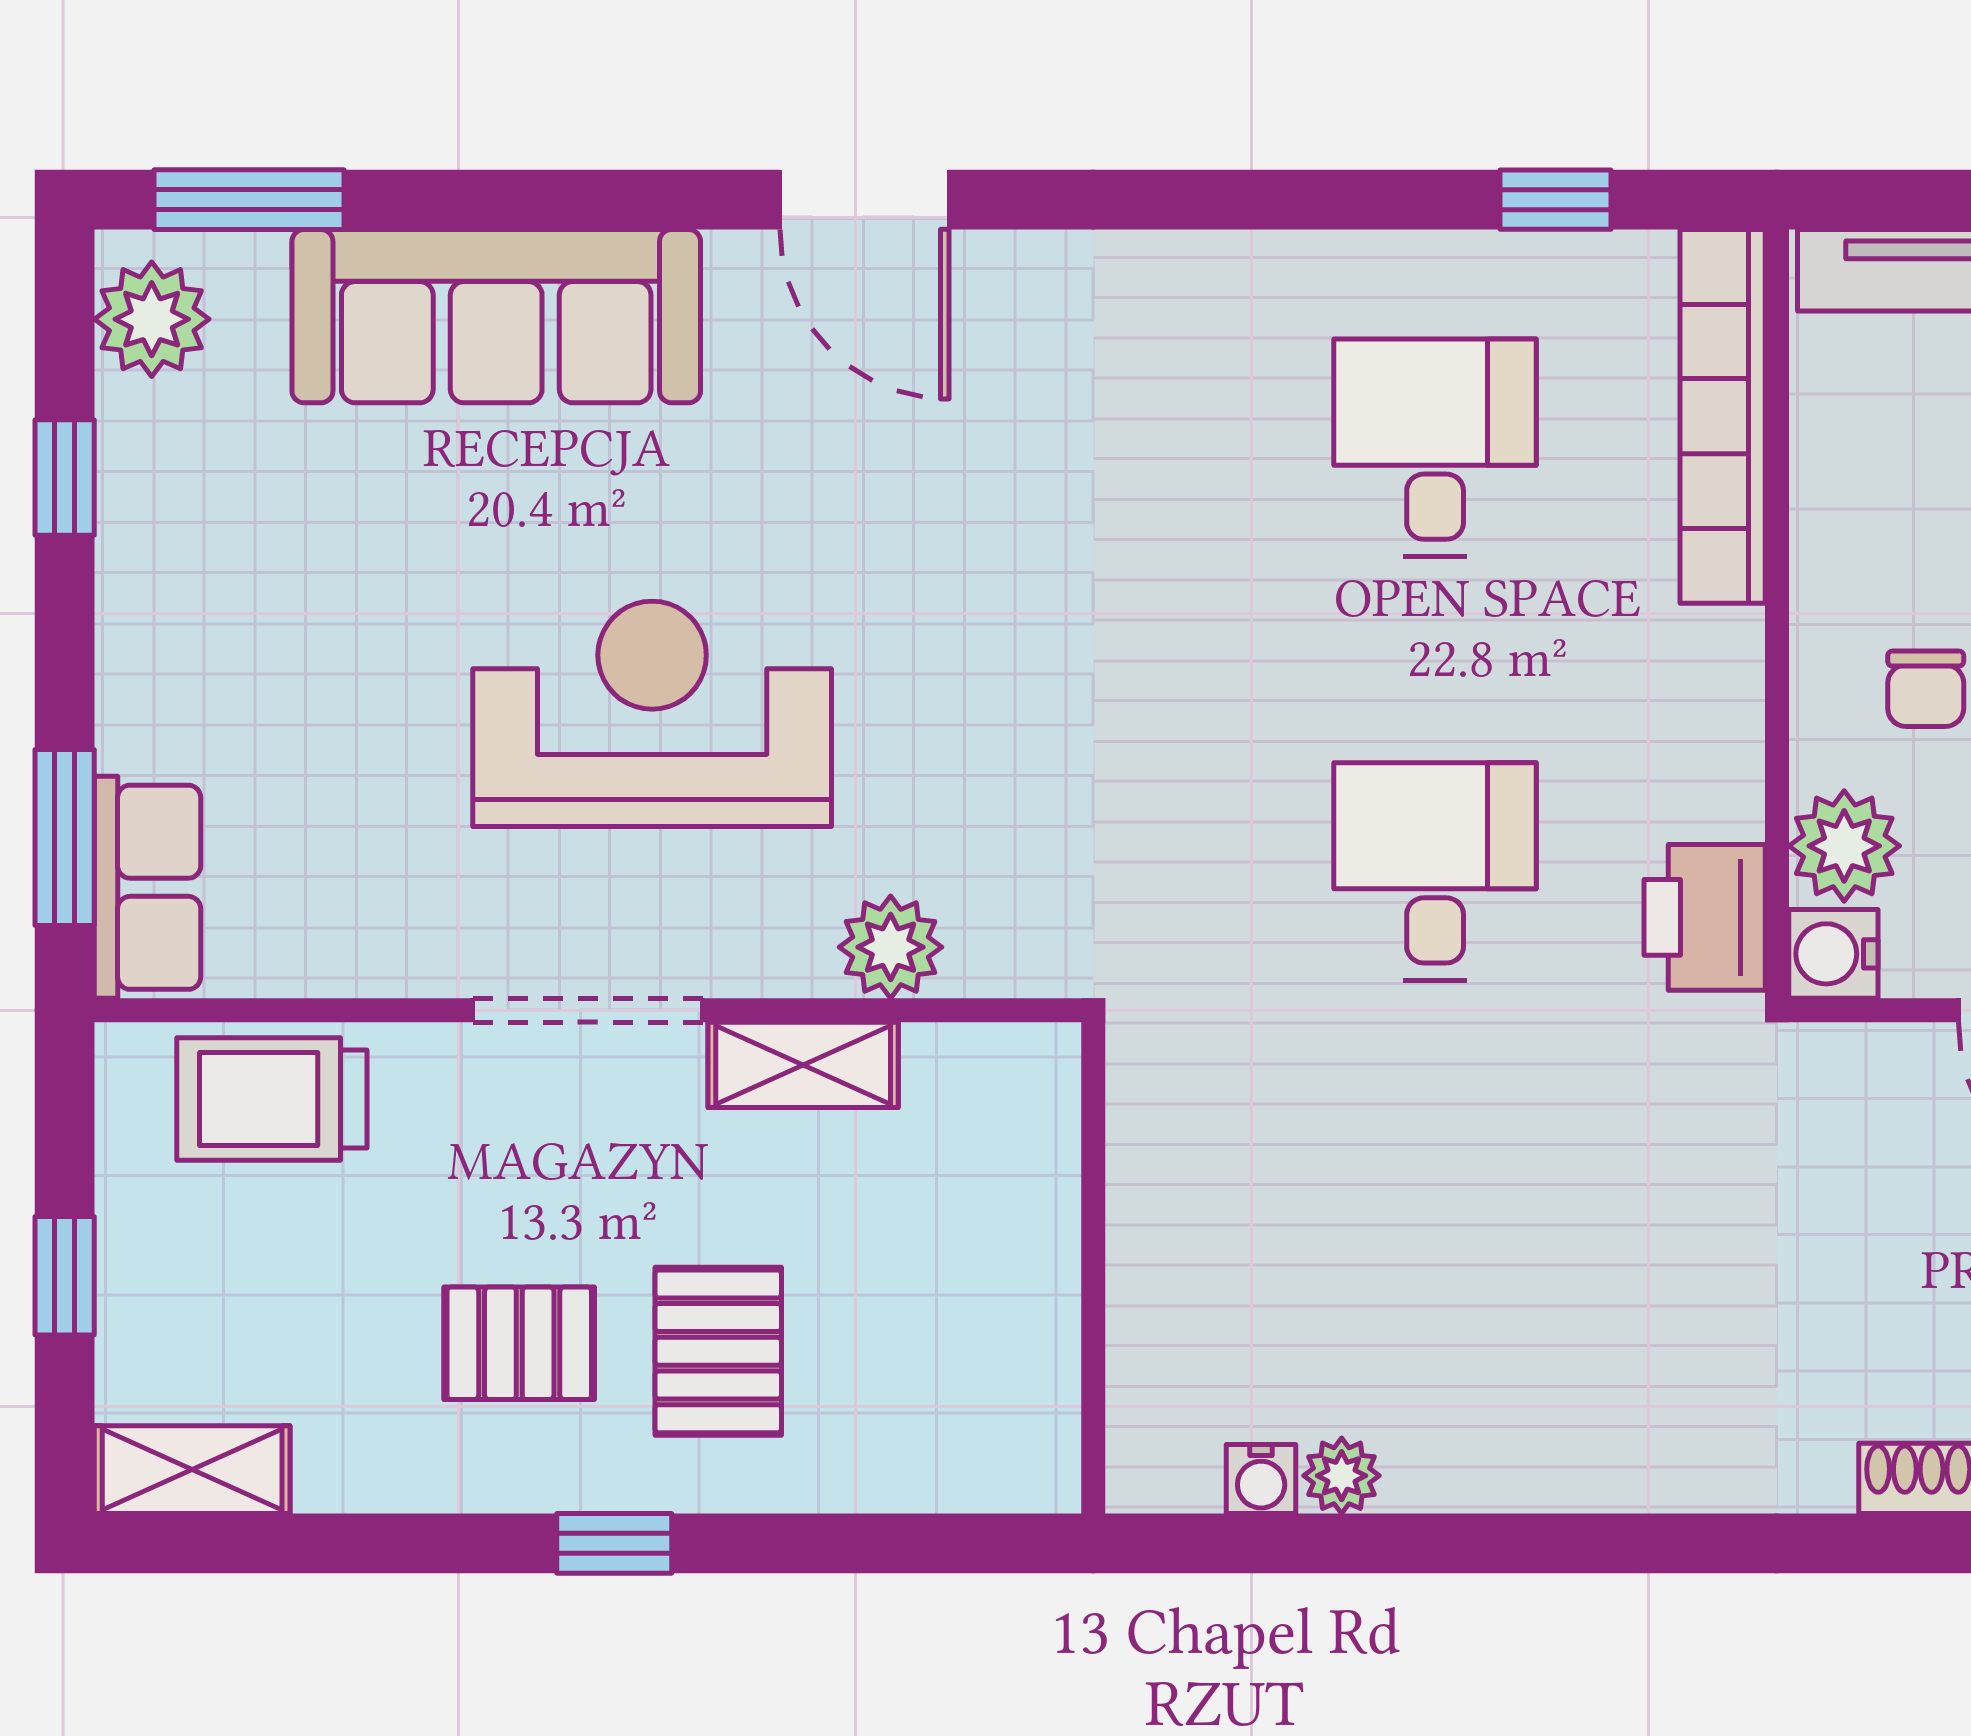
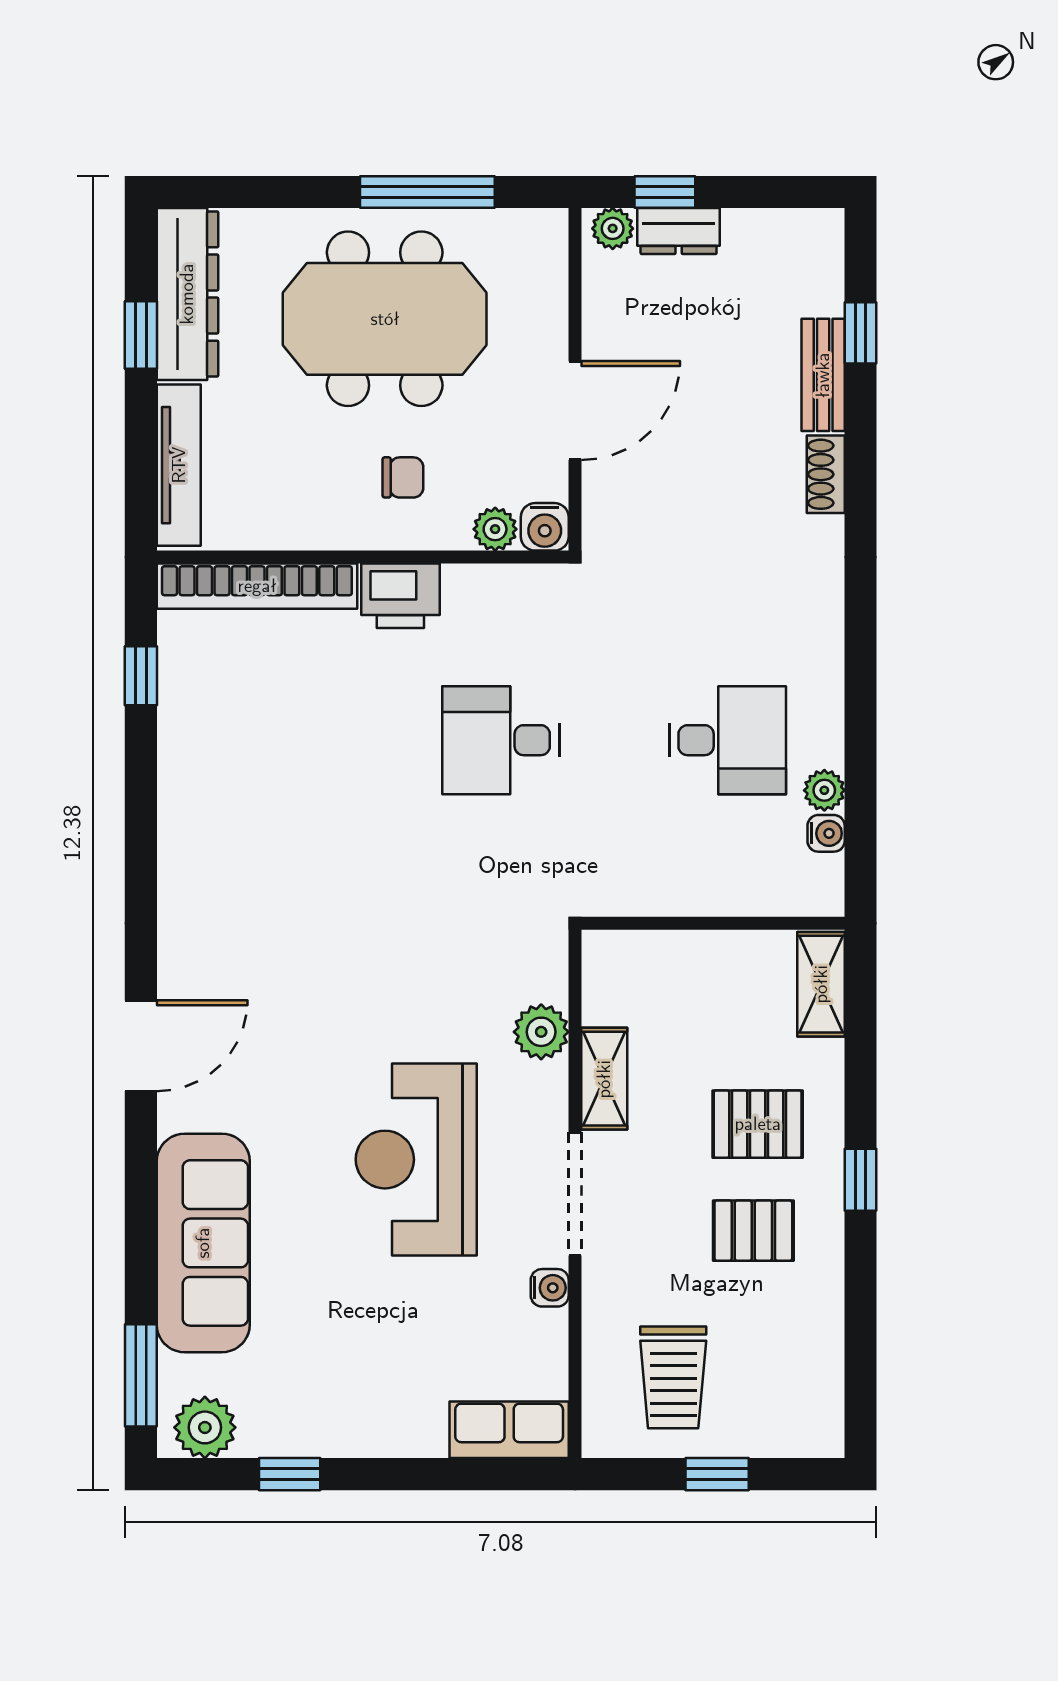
desk: (1435, 448) -> (728, 740), moved, turned 180
window: (65, 838) -> (482, 1474), removed
plant: (1844, 846) -> (495, 529), width x0.73, depth x0.73
printer: (1705, 917) -> (400, 596), moved
water cooler: (413, 963) -> (550, 1288), added
trolley: (272, 1099) -> (673, 1377), moved
pallet: (519, 1343) -> (753, 1231), turned 90
shelving: (192, 1470) -> (821, 984), moved

